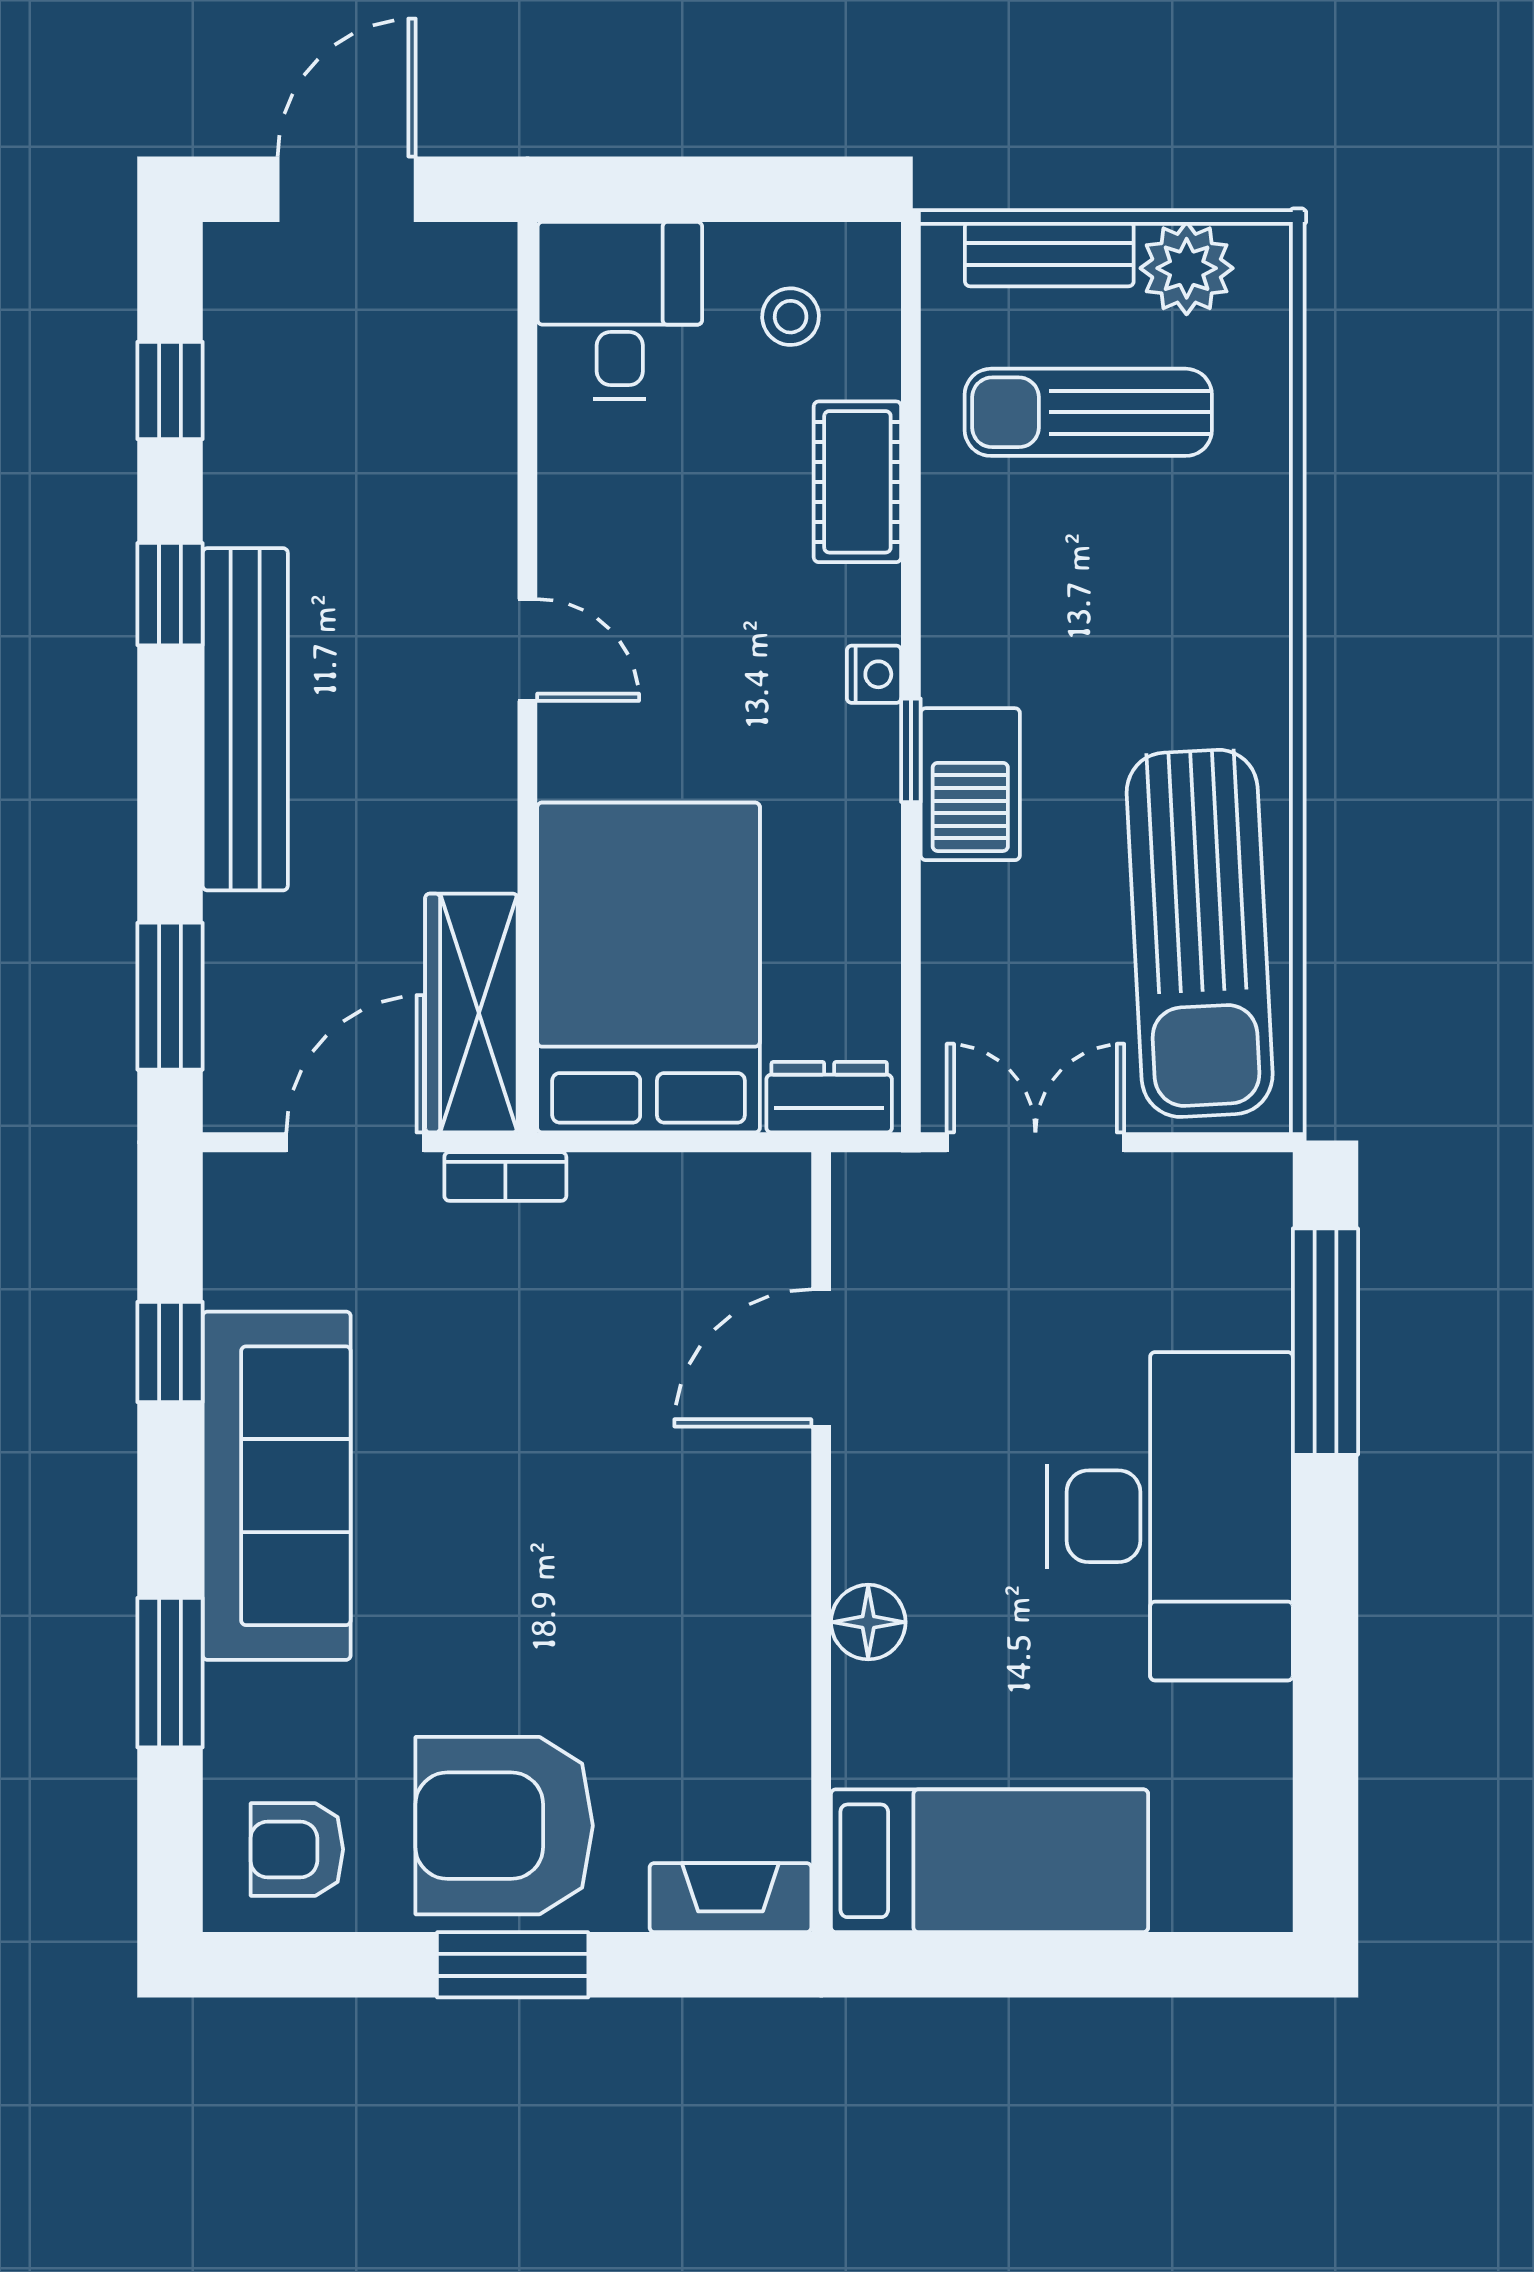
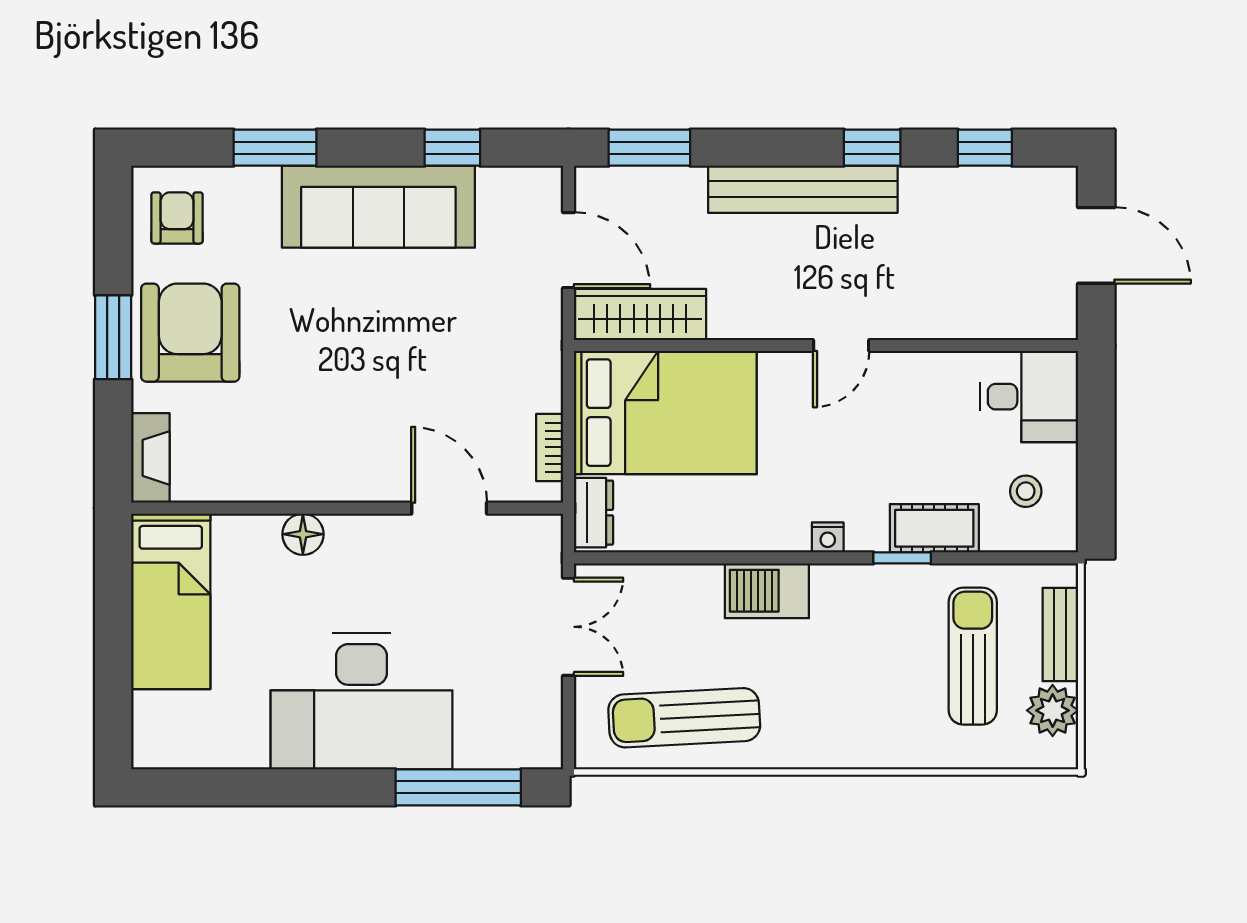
window: (911, 750) -> (902, 558), moved
sun lounger: (1200, 933) -> (684, 718), width x0.73, depth x0.75
bookcase: (505, 1176) -> (550, 447), moved

